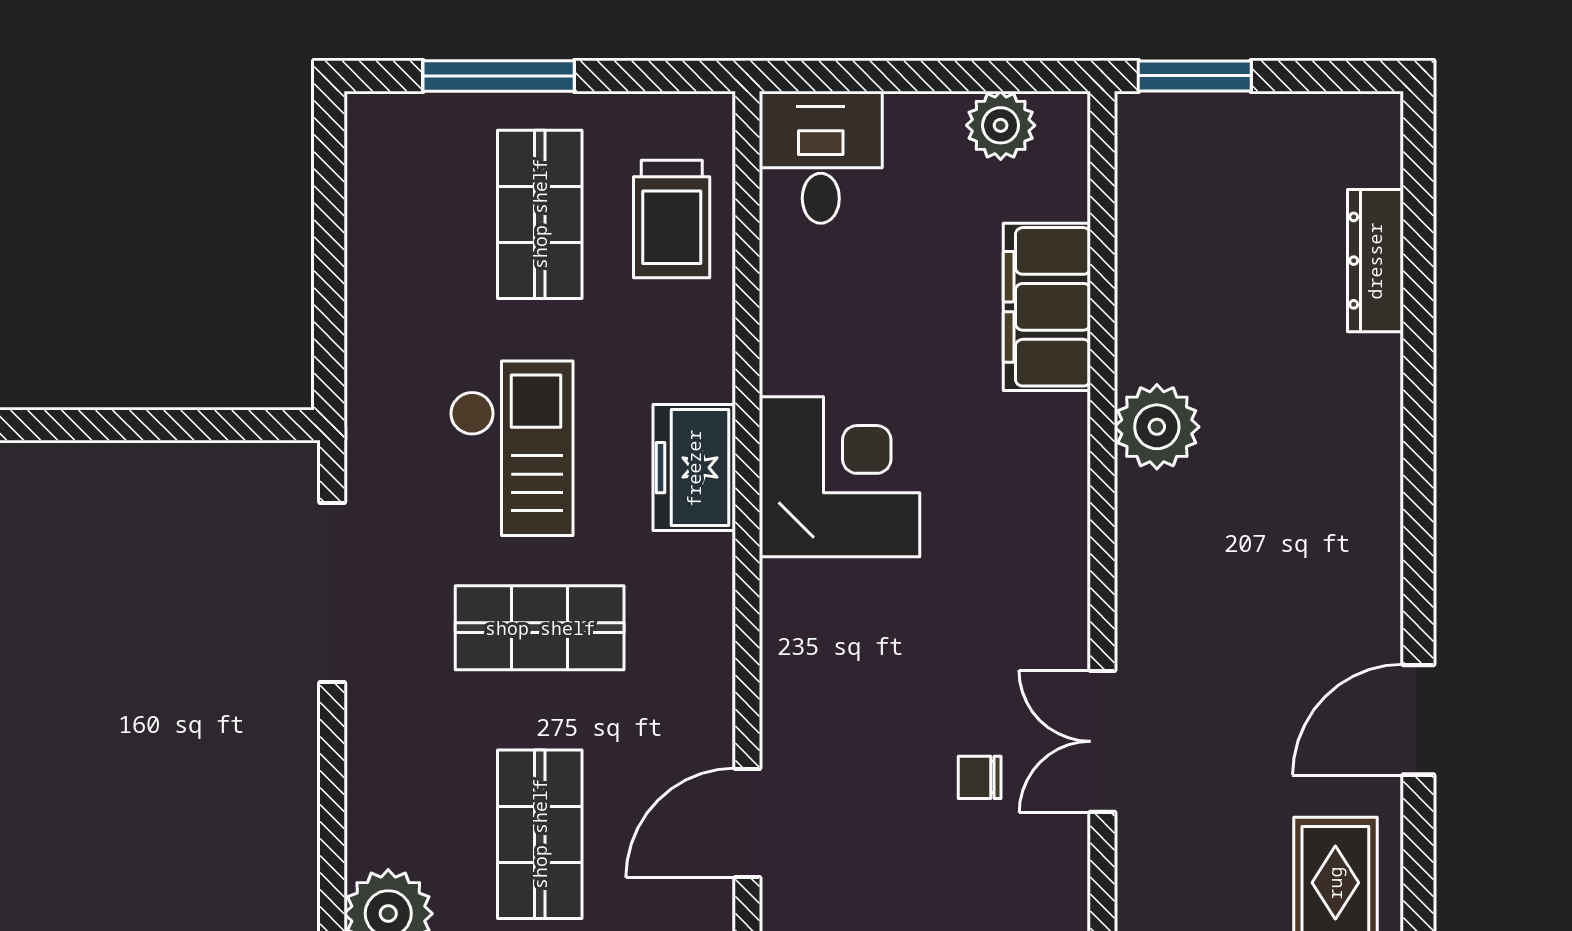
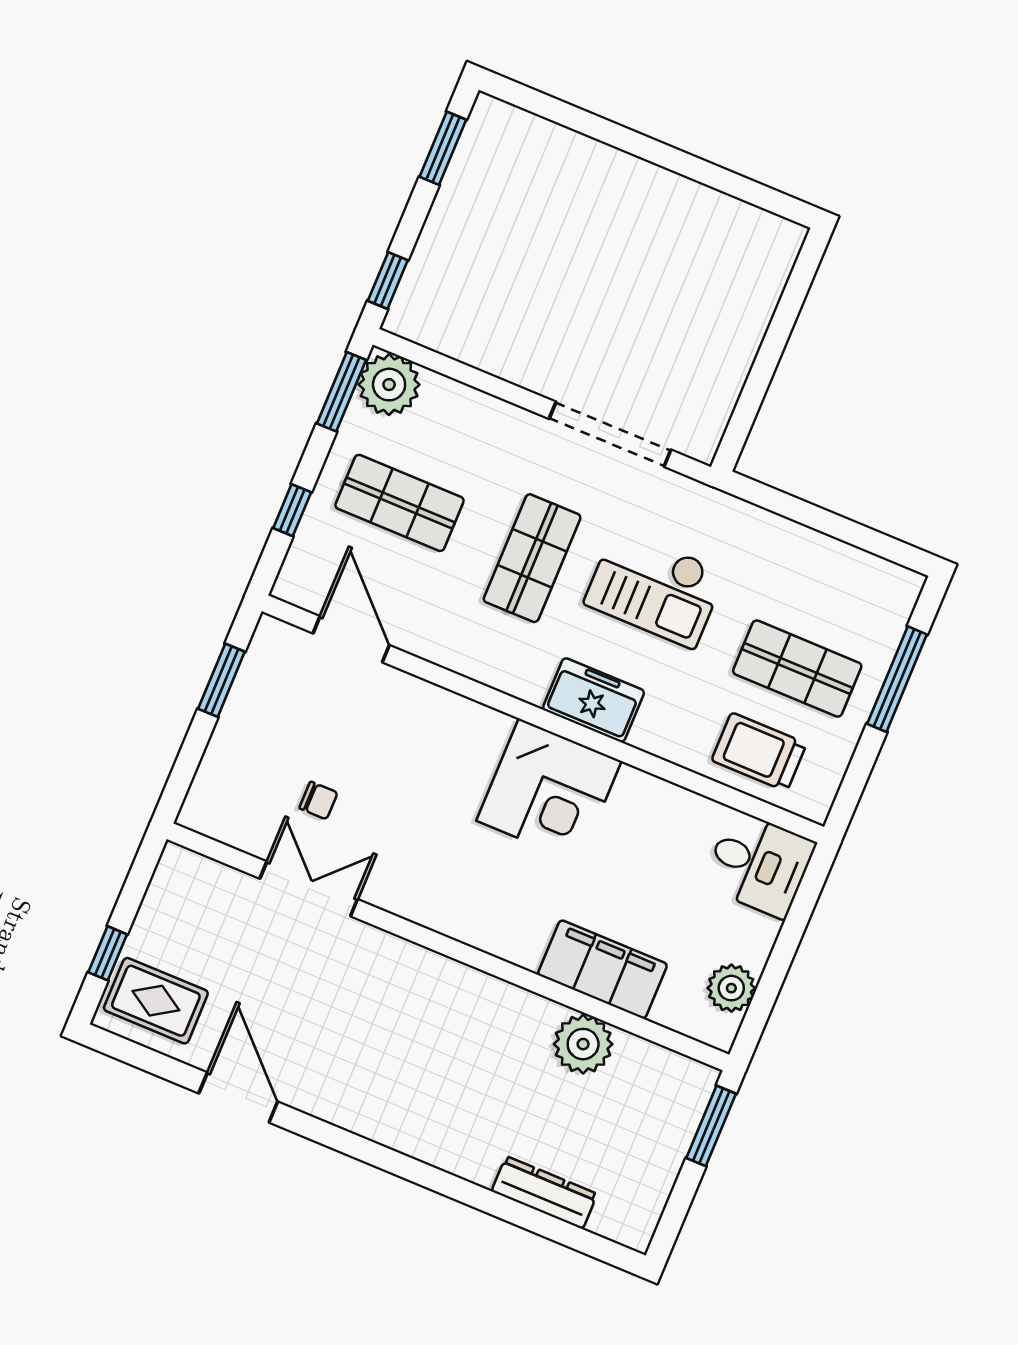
plant: (1157, 427) -> (583, 1044), moved
chair: (980, 777) -> (318, 800), turned 90

